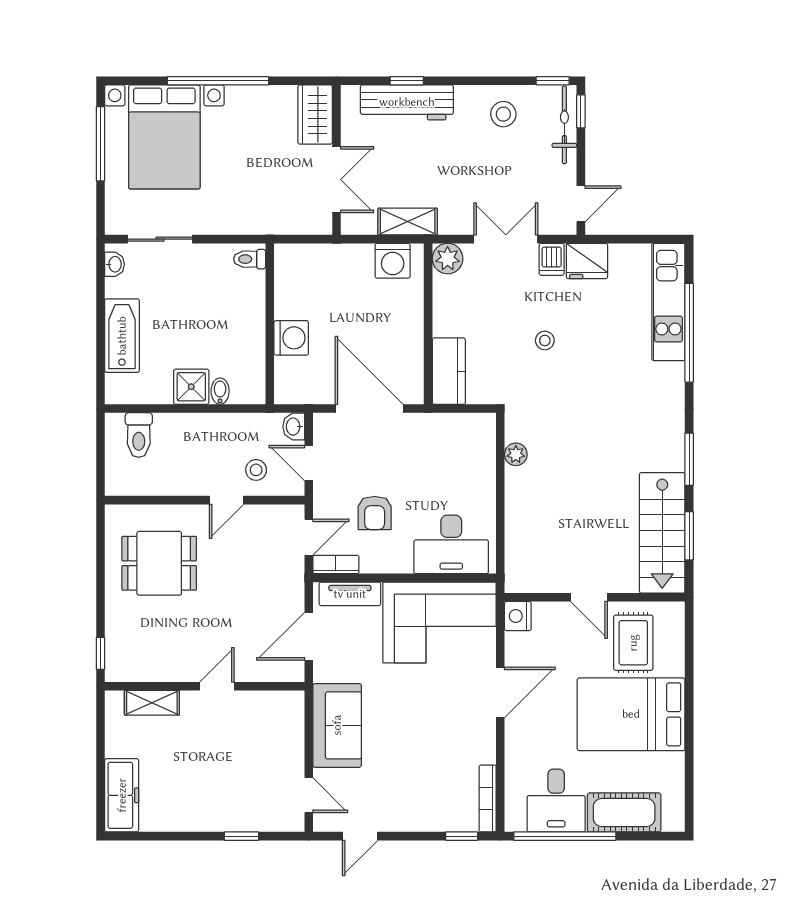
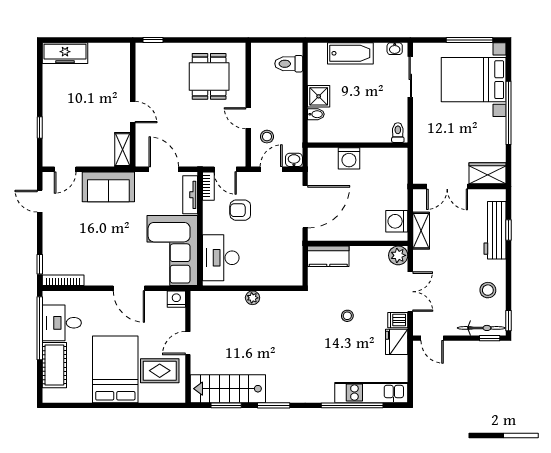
plant: (516, 454) -> (253, 298), moved
shelving: (152, 703) -> (122, 150), moved

